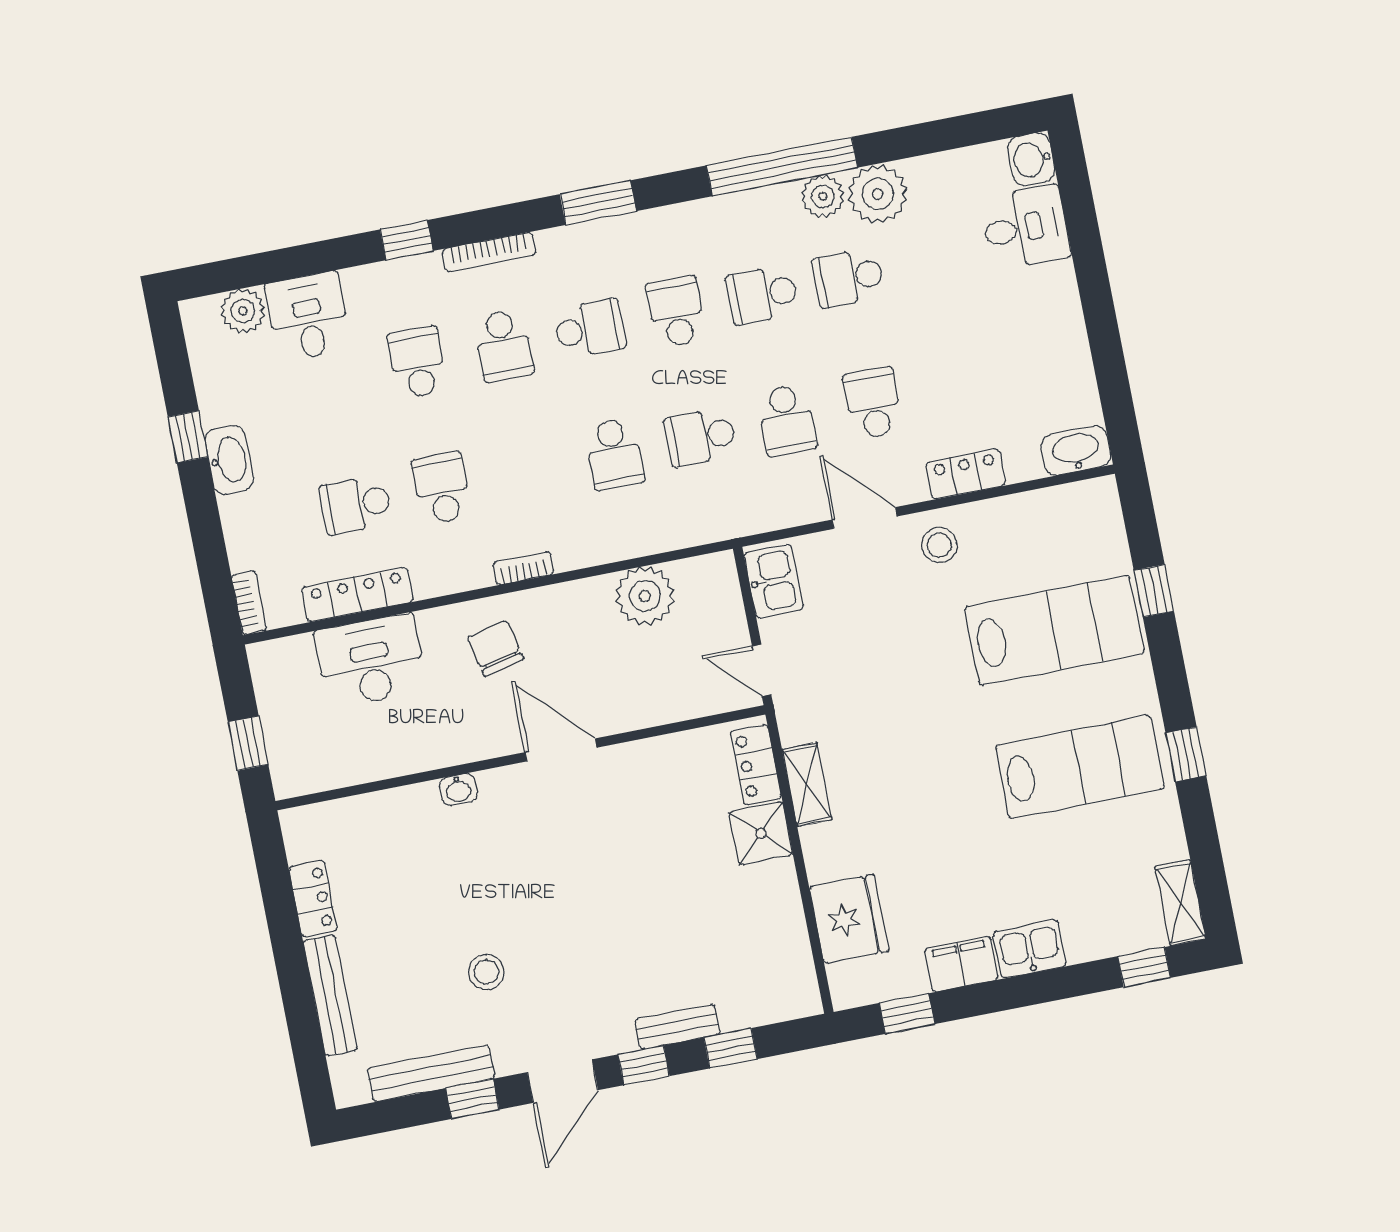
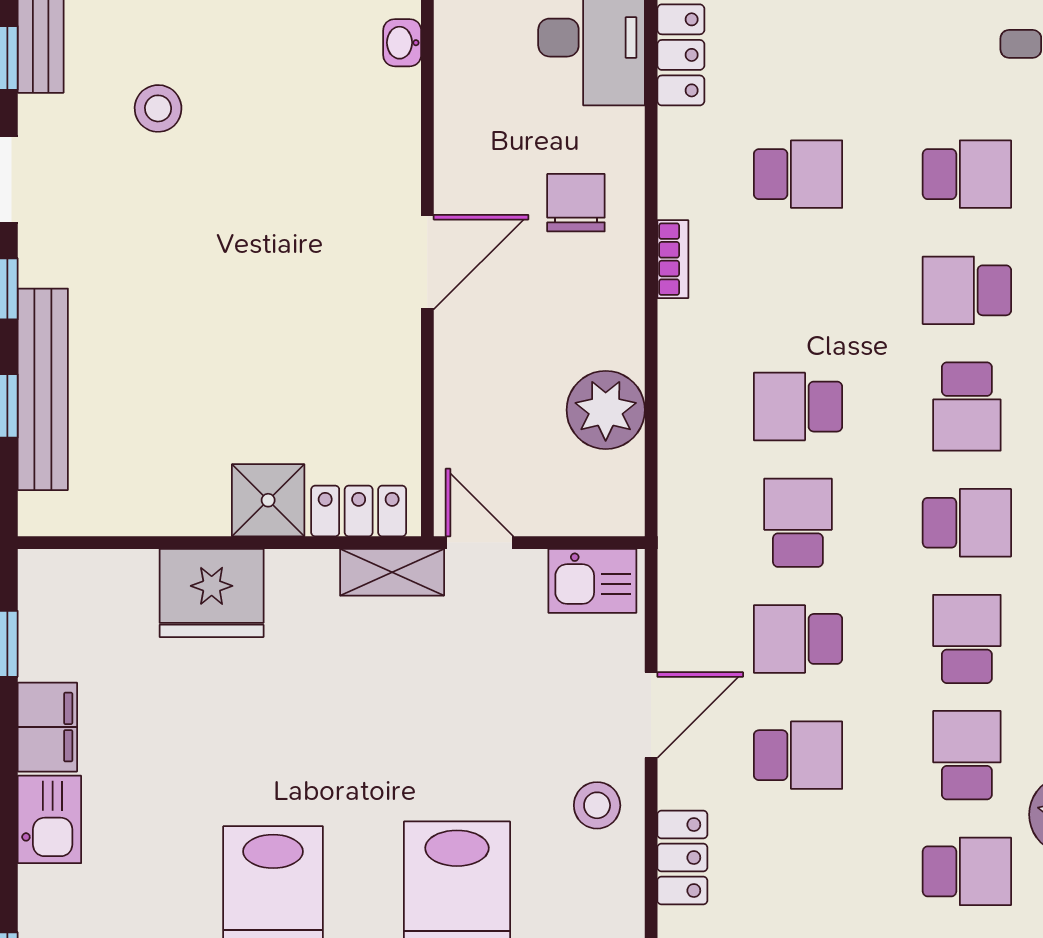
school desk: (356, 505) -> (967, 871), moved, turned 90
chair: (495, 648) -> (576, 203), turned -77
door: (762, 670) -> (480, 543), hinge flipped
shelving: (807, 785) -> (392, 572), moved
washbasin: (458, 789) -> (402, 43), moved
fridge: (849, 919) -> (212, 593), moved
bench: (677, 1027) -> (43, 389), width x1.86, depth x1.21

